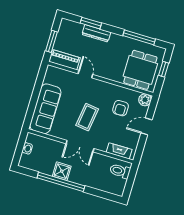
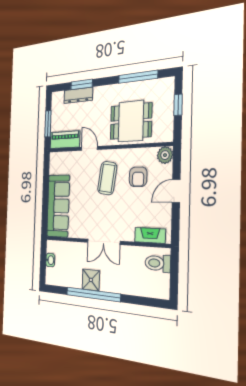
dresser: (96, 33) -> (78, 95), moved
dining table: (140, 70) -> (131, 121), moved, turned 90
coffee table: (87, 117) -> (107, 178), moved

